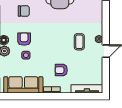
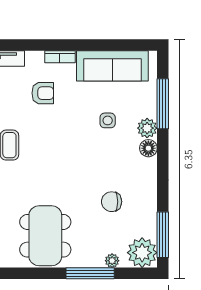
armchair: (24, 39) -> (111, 150), removed

